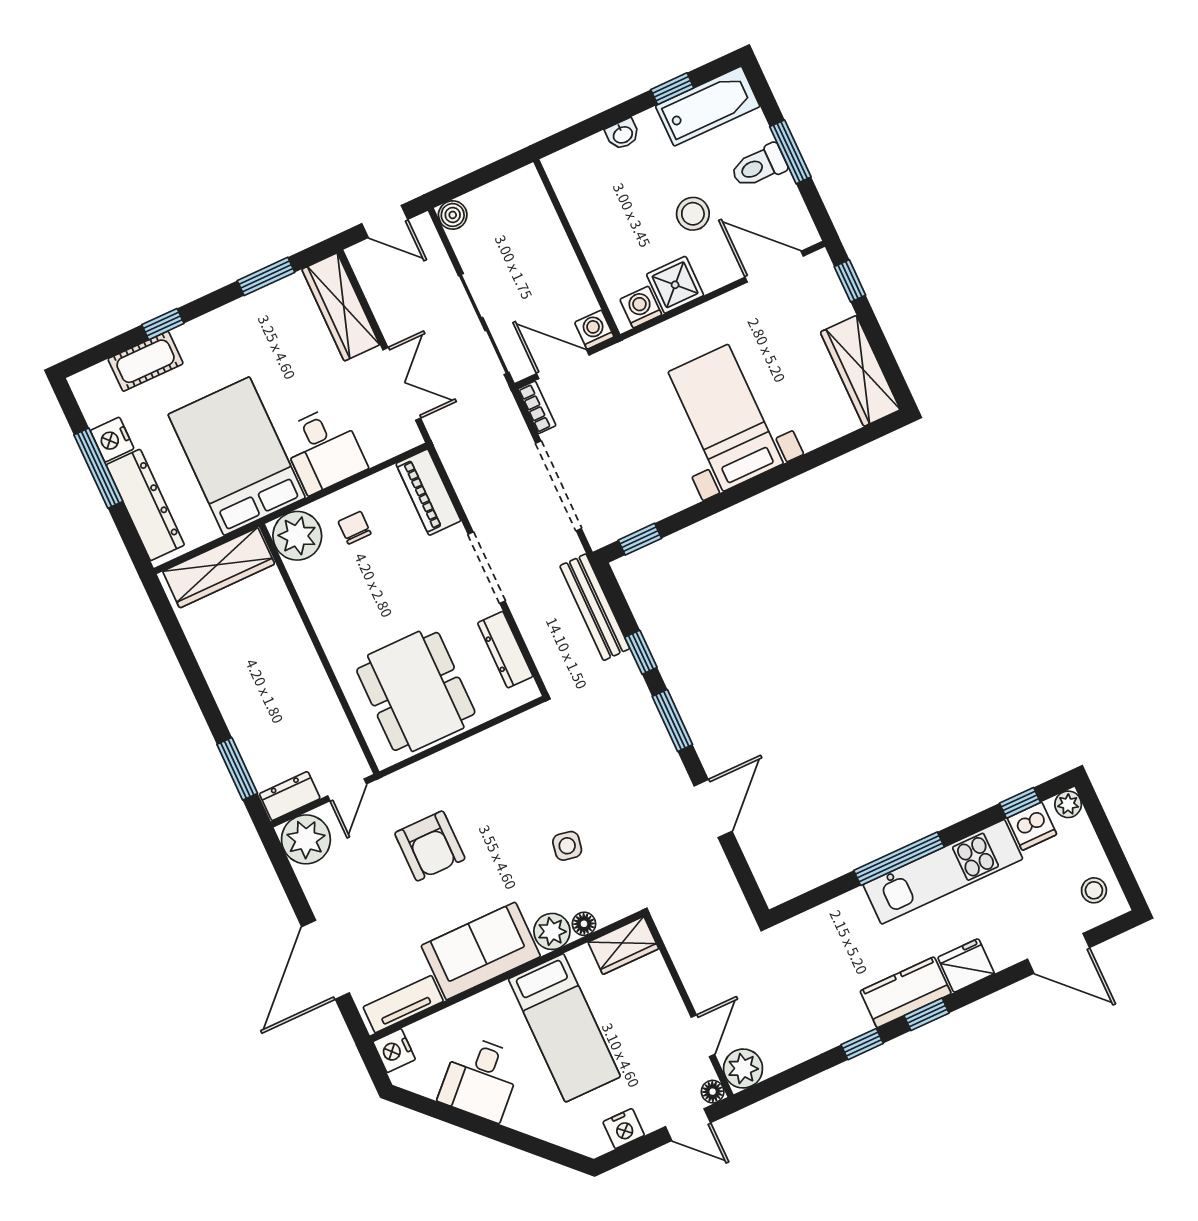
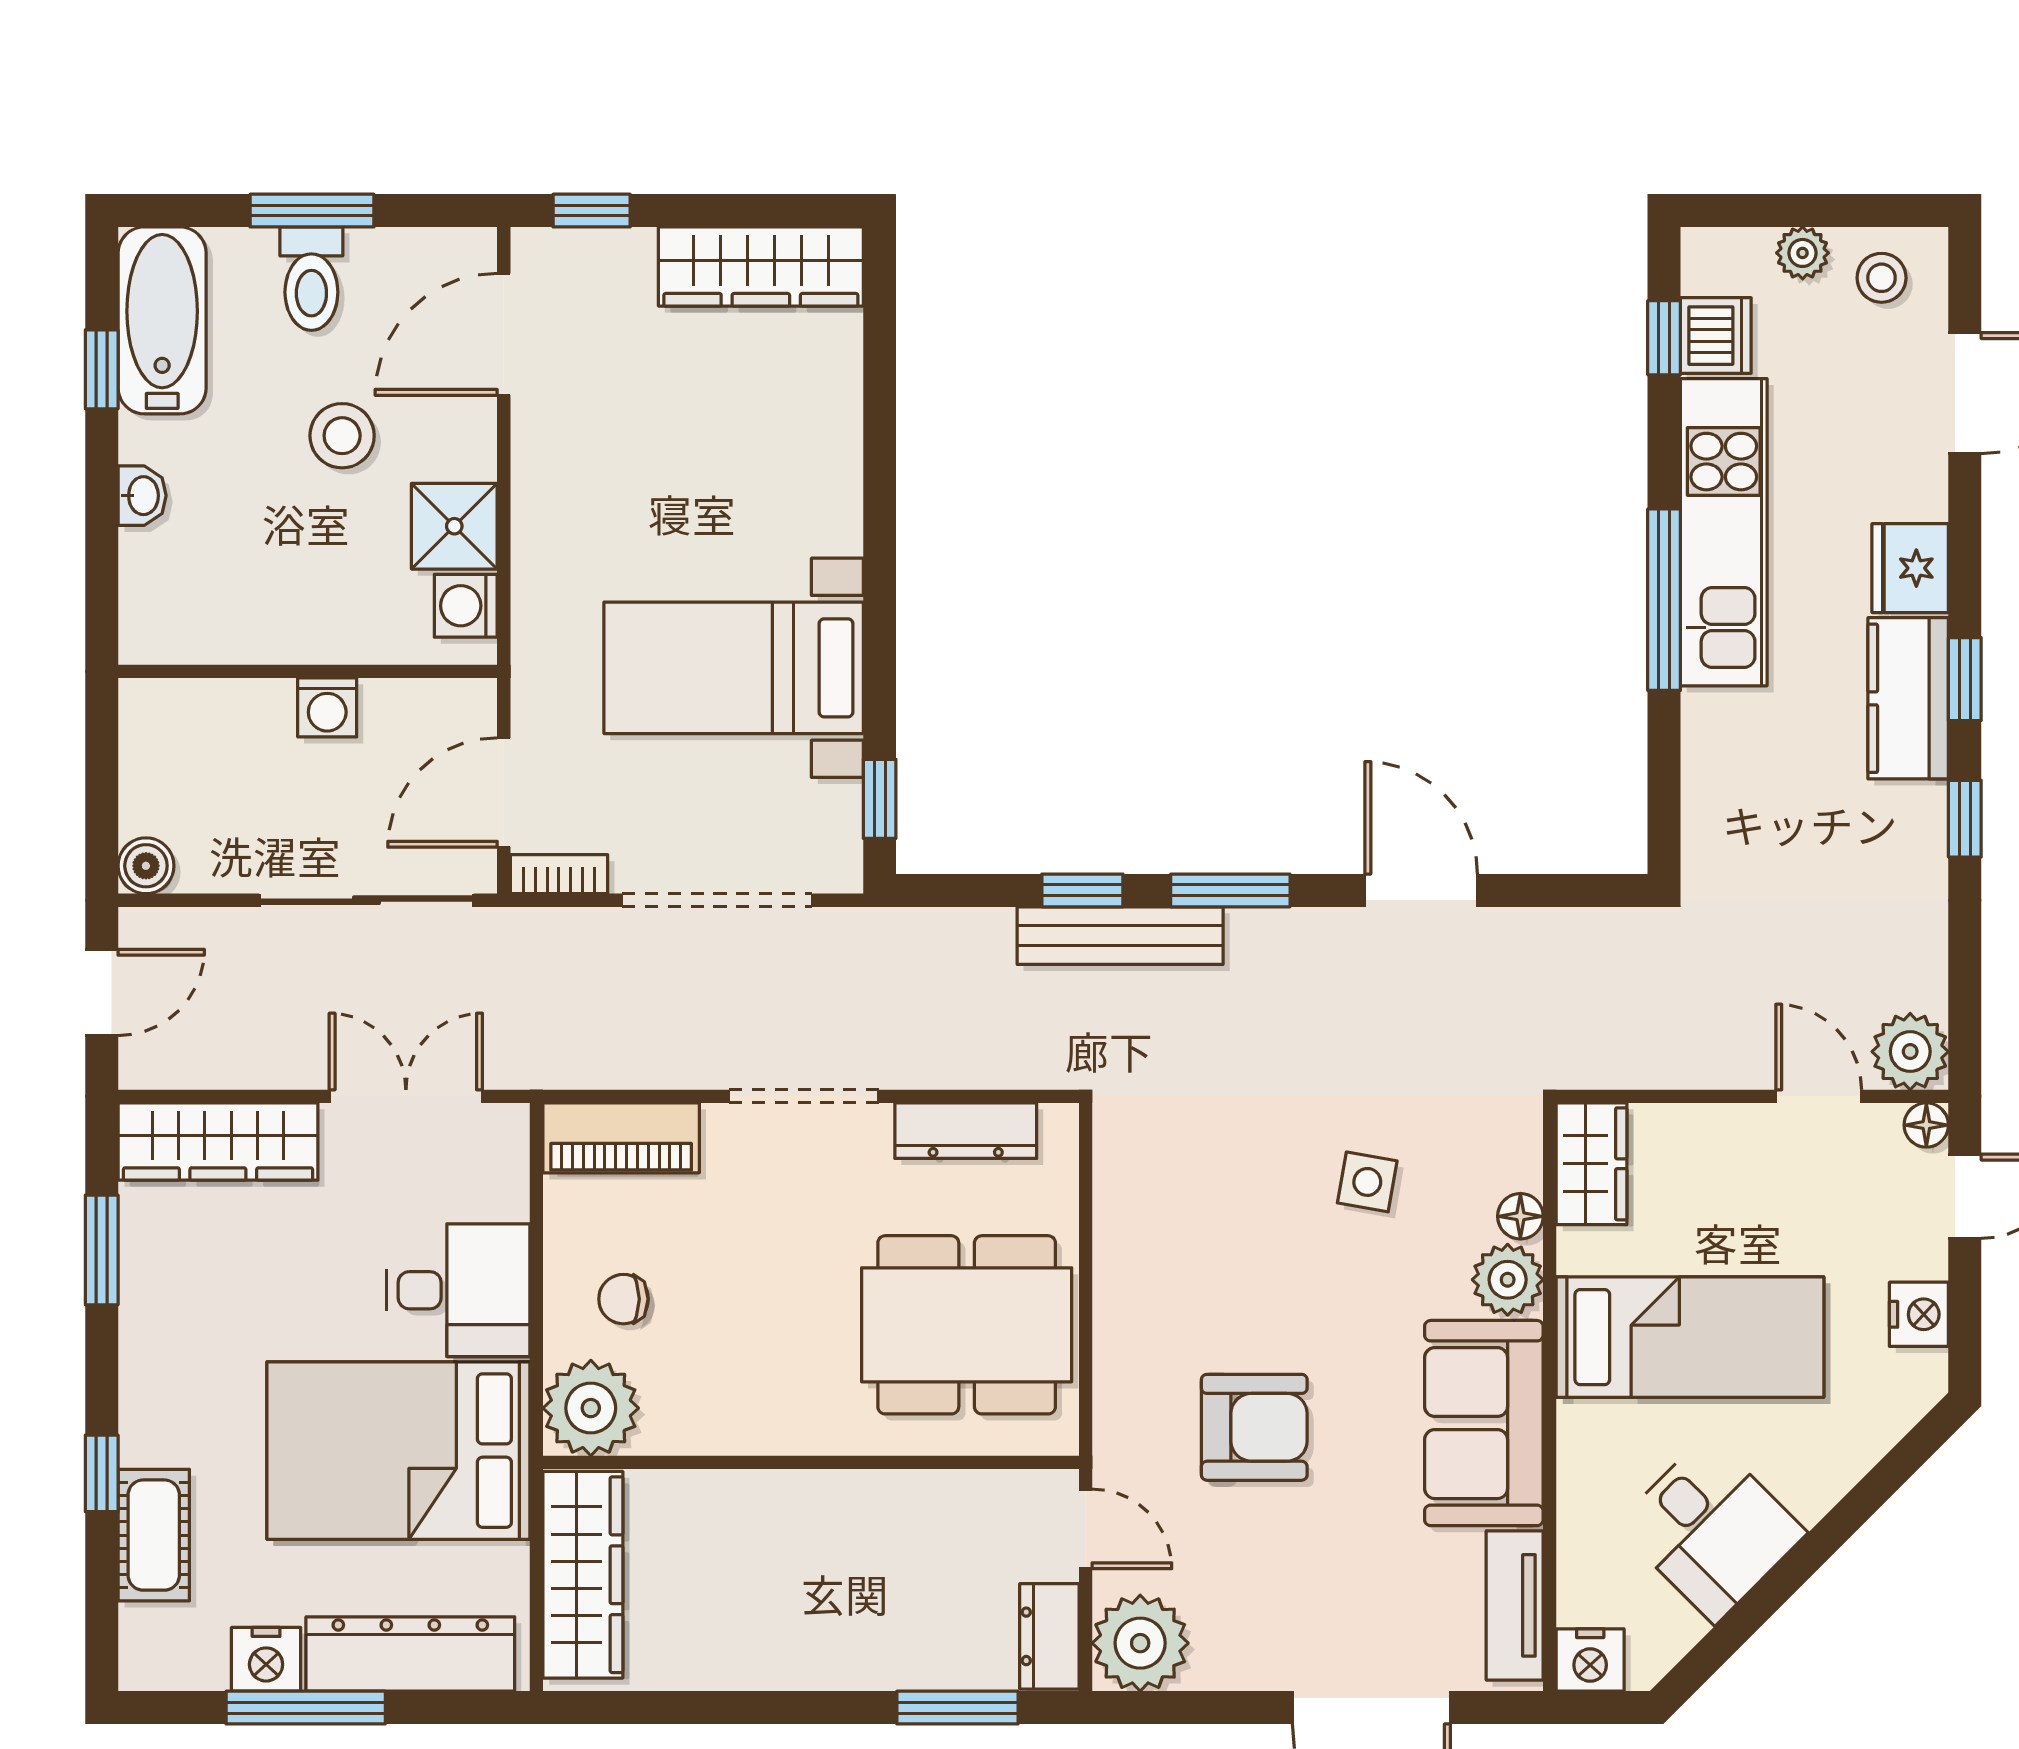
washing machine: (594, 330) -> (327, 707), moved, turned -90
bed with nightstands: (726, 418) -> (734, 668), moved
bench: (595, 607) -> (1120, 936), moved
plant: (1068, 804) -> (1803, 253), moved

